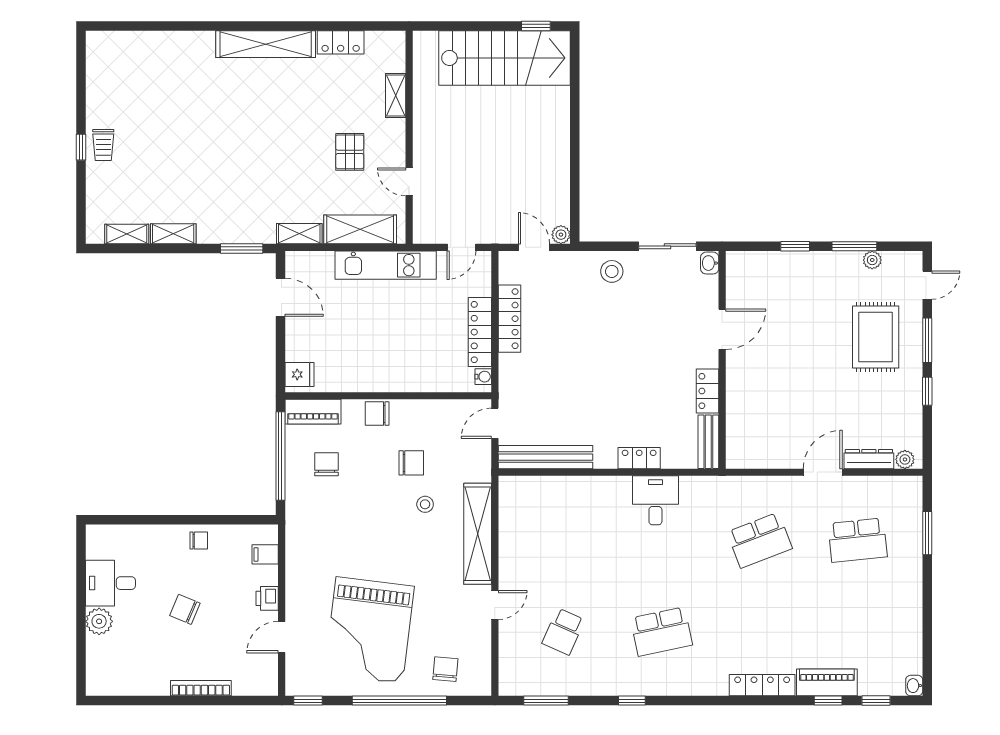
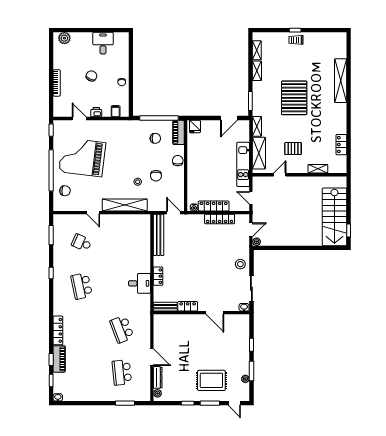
shelving: (266, 44) -> (341, 81), moved
pallet: (235, 149) -> (294, 98), added
plant: (99, 621) -> (64, 38), moved

